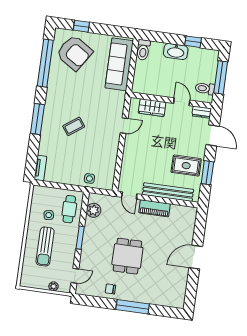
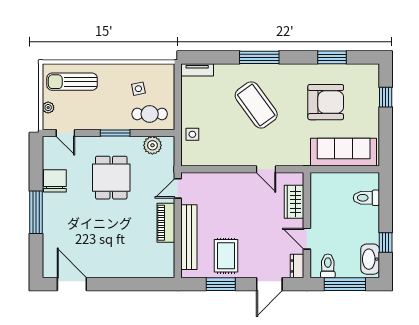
toilet: (143, 50) -> (366, 198), moved
washbasin: (176, 51) -> (370, 259), moved
armchair: (74, 53) -> (326, 102), moved, turned -123
window: (45, 63) -> (332, 57), width x0.47
door: (182, 102) -> (307, 239), swing flipped
coffee table: (74, 126) -> (256, 105), width x1.86, depth x1.72
sun lounger: (45, 247) -> (72, 82), moved
dining table: (127, 256) -> (111, 178), moved, turned 90
door: (196, 257) -> (72, 284), moved
chair: (110, 289) -> (55, 181), width x1.87, depth x1.87

